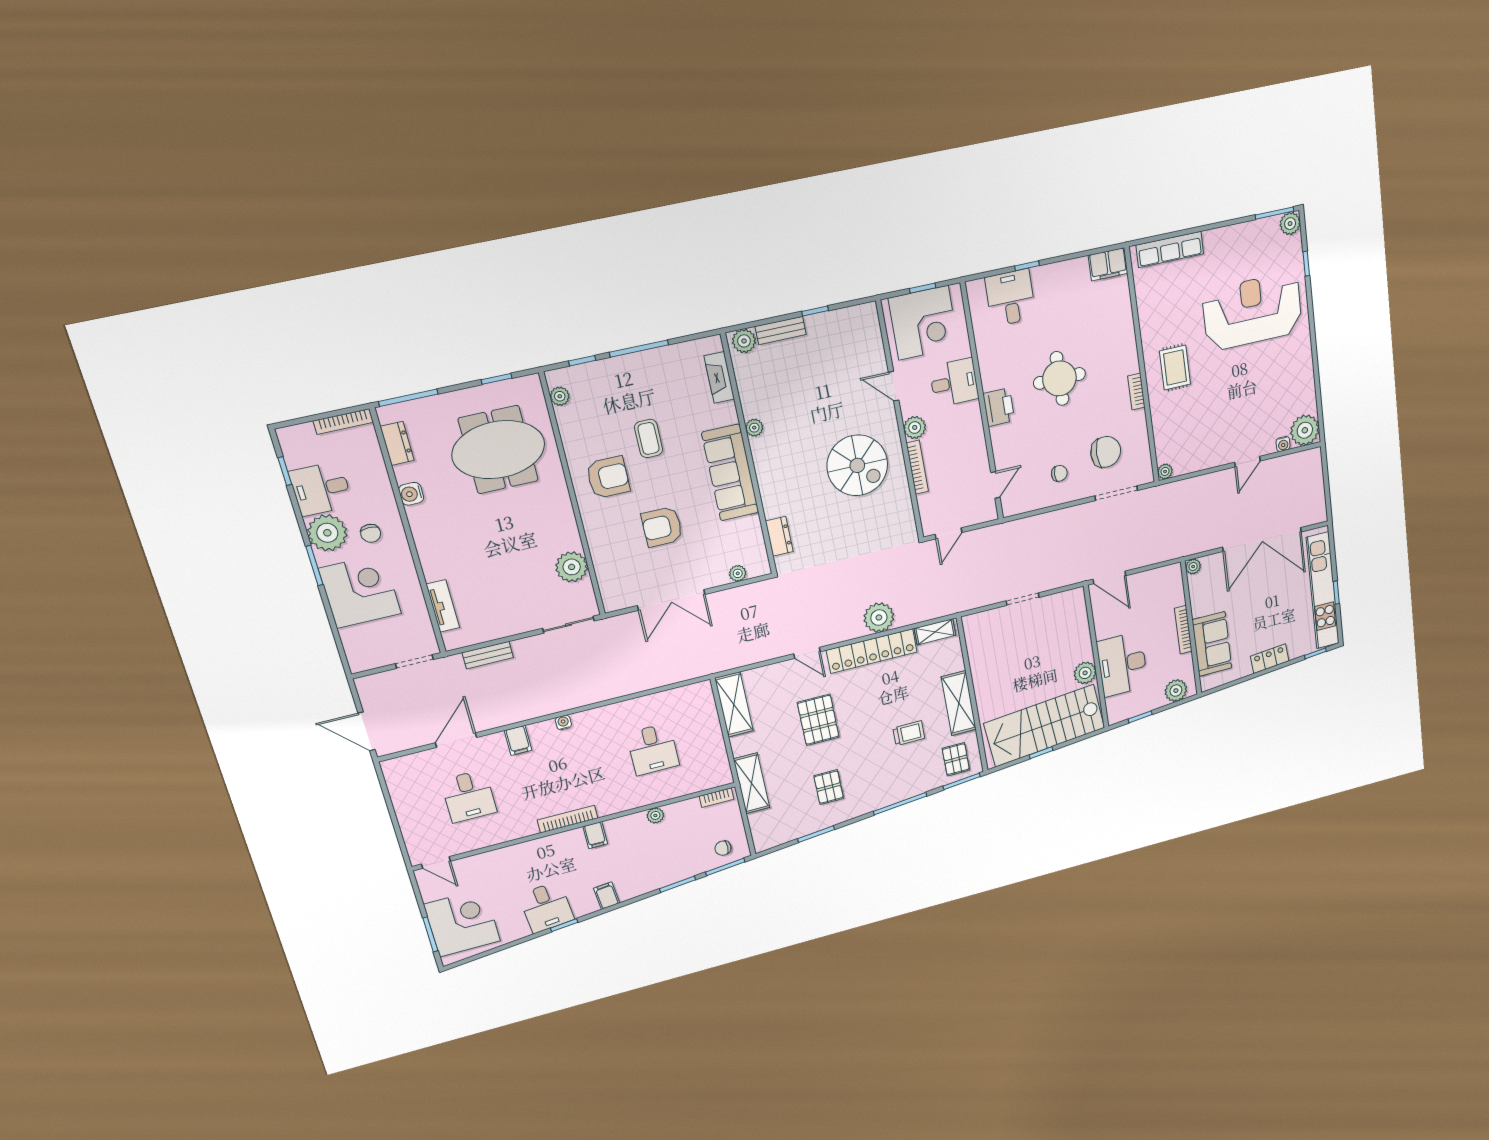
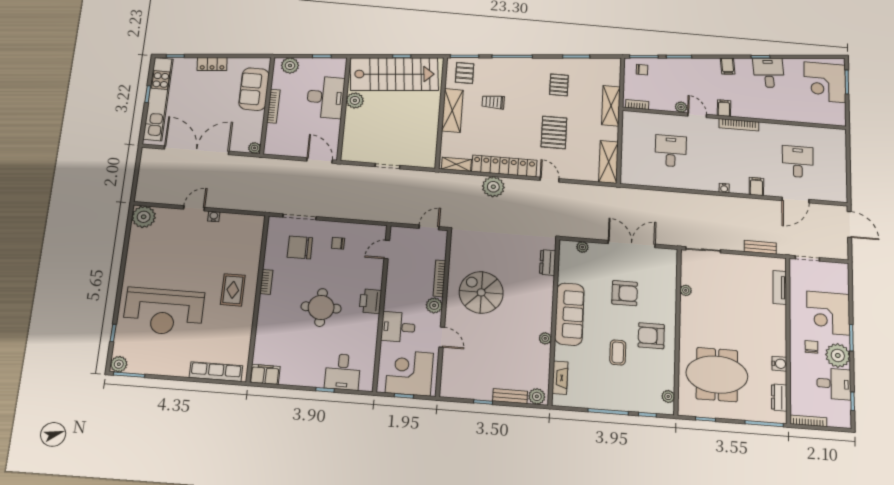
water cooler: (1283, 444) -> (214, 216), moved
plant: (1165, 471) -> (259, 221), removed
plant: (572, 567) -> (686, 290), width x0.53, depth x0.53
door: (436, 863) -> (697, 115), moved

